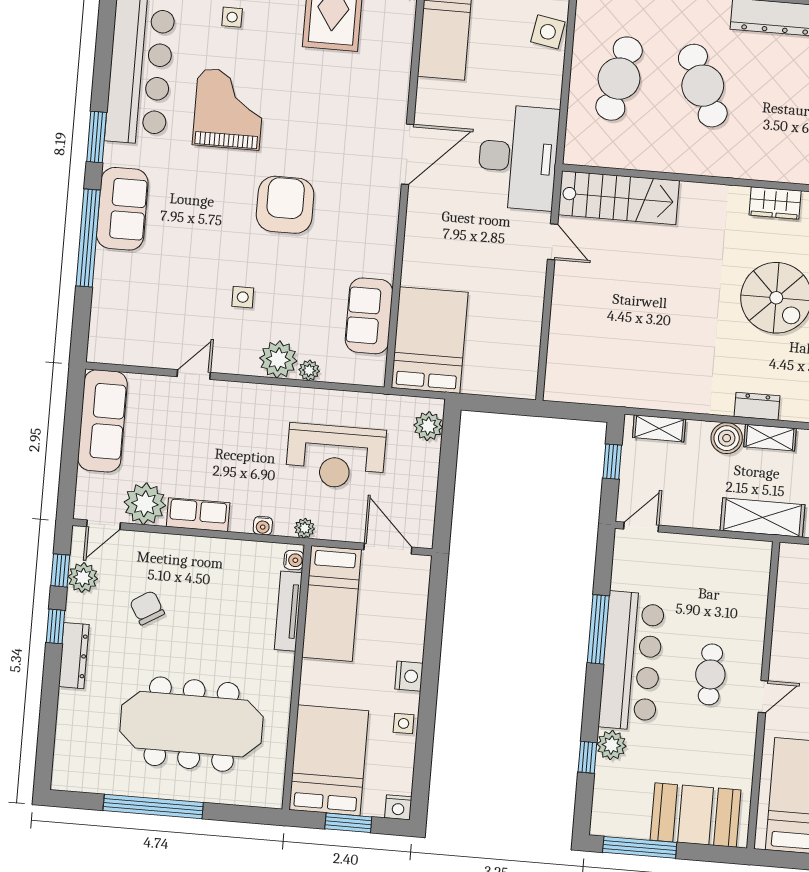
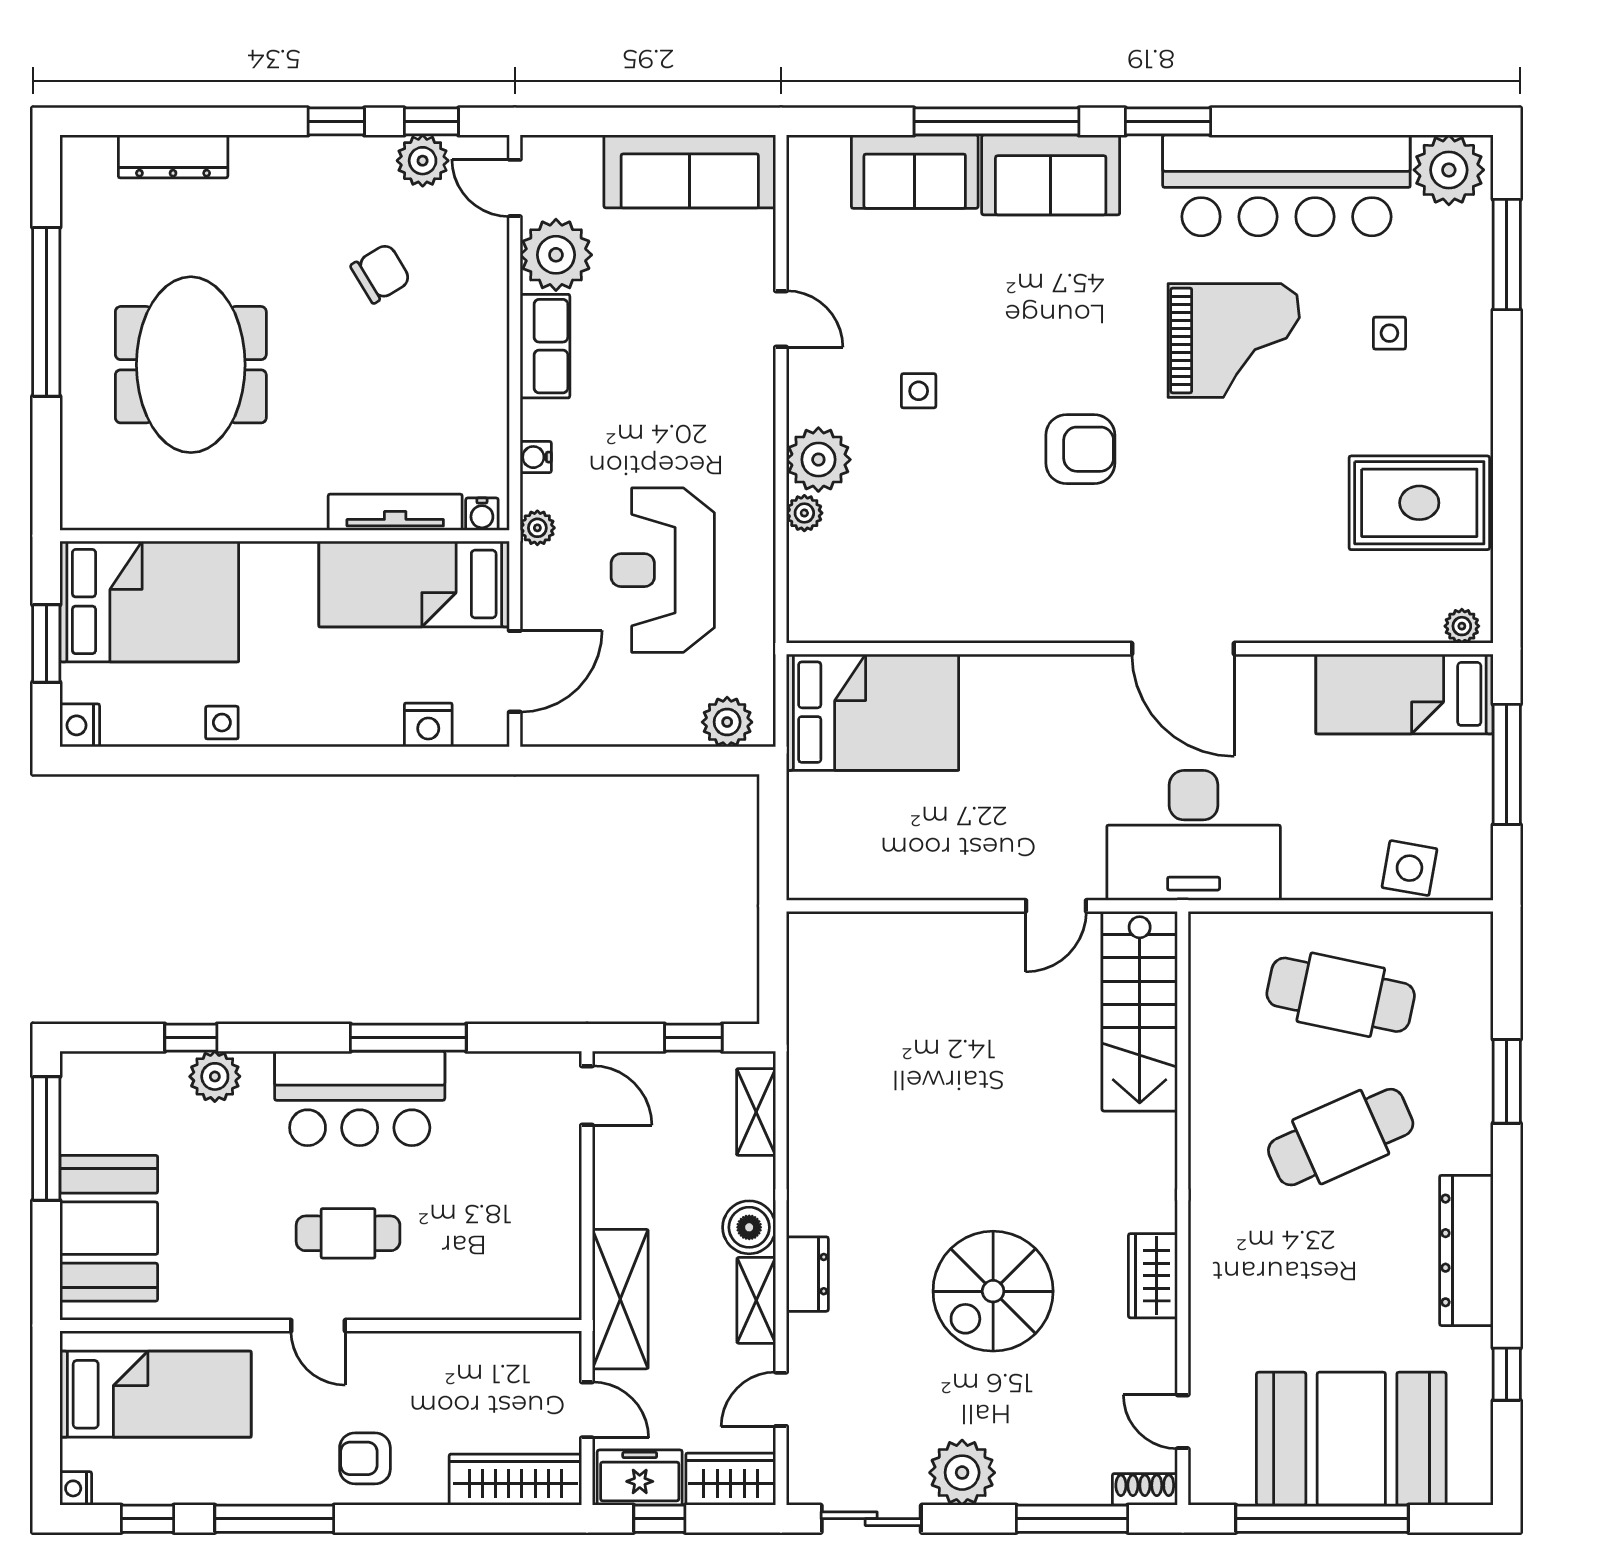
armchair: (285, 205) -> (1080, 449), width x0.73, depth x0.73
sofa: (369, 316) -> (915, 172), moved, turned 180
dresser: (74, 656) -> (173, 156), moved
bar counter: (632, 661) -> (360, 1098), width x0.73
nightstand: (409, 676) -> (428, 725), moved
meeting table: (191, 724) -> (191, 365), width x0.73

